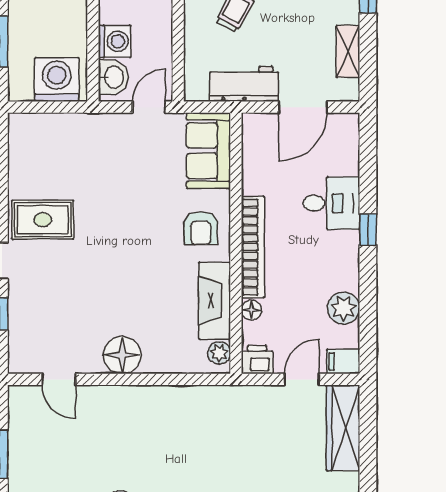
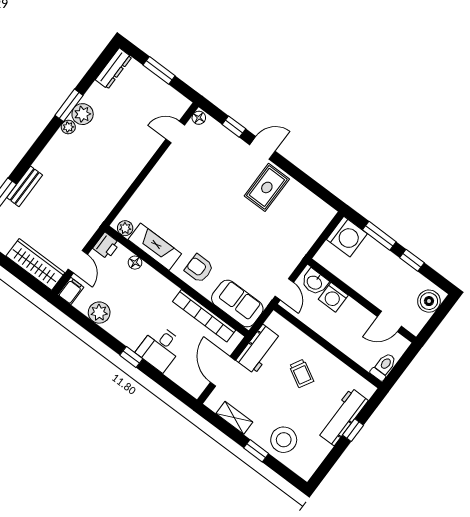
washing machine: (57, 80) -> (347, 237), moved
bookcase: (253, 247) -> (204, 316), moved
floor lamp: (122, 355) -> (199, 118), moved, width x0.53, depth x0.53

